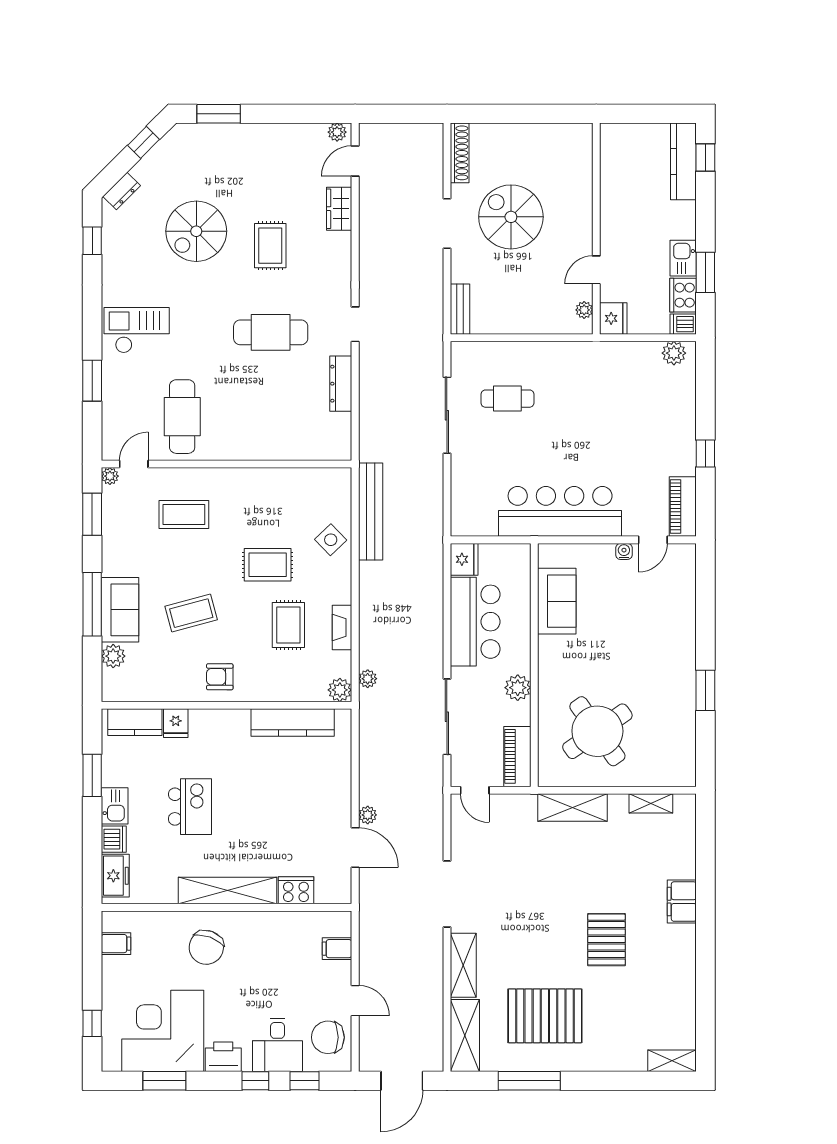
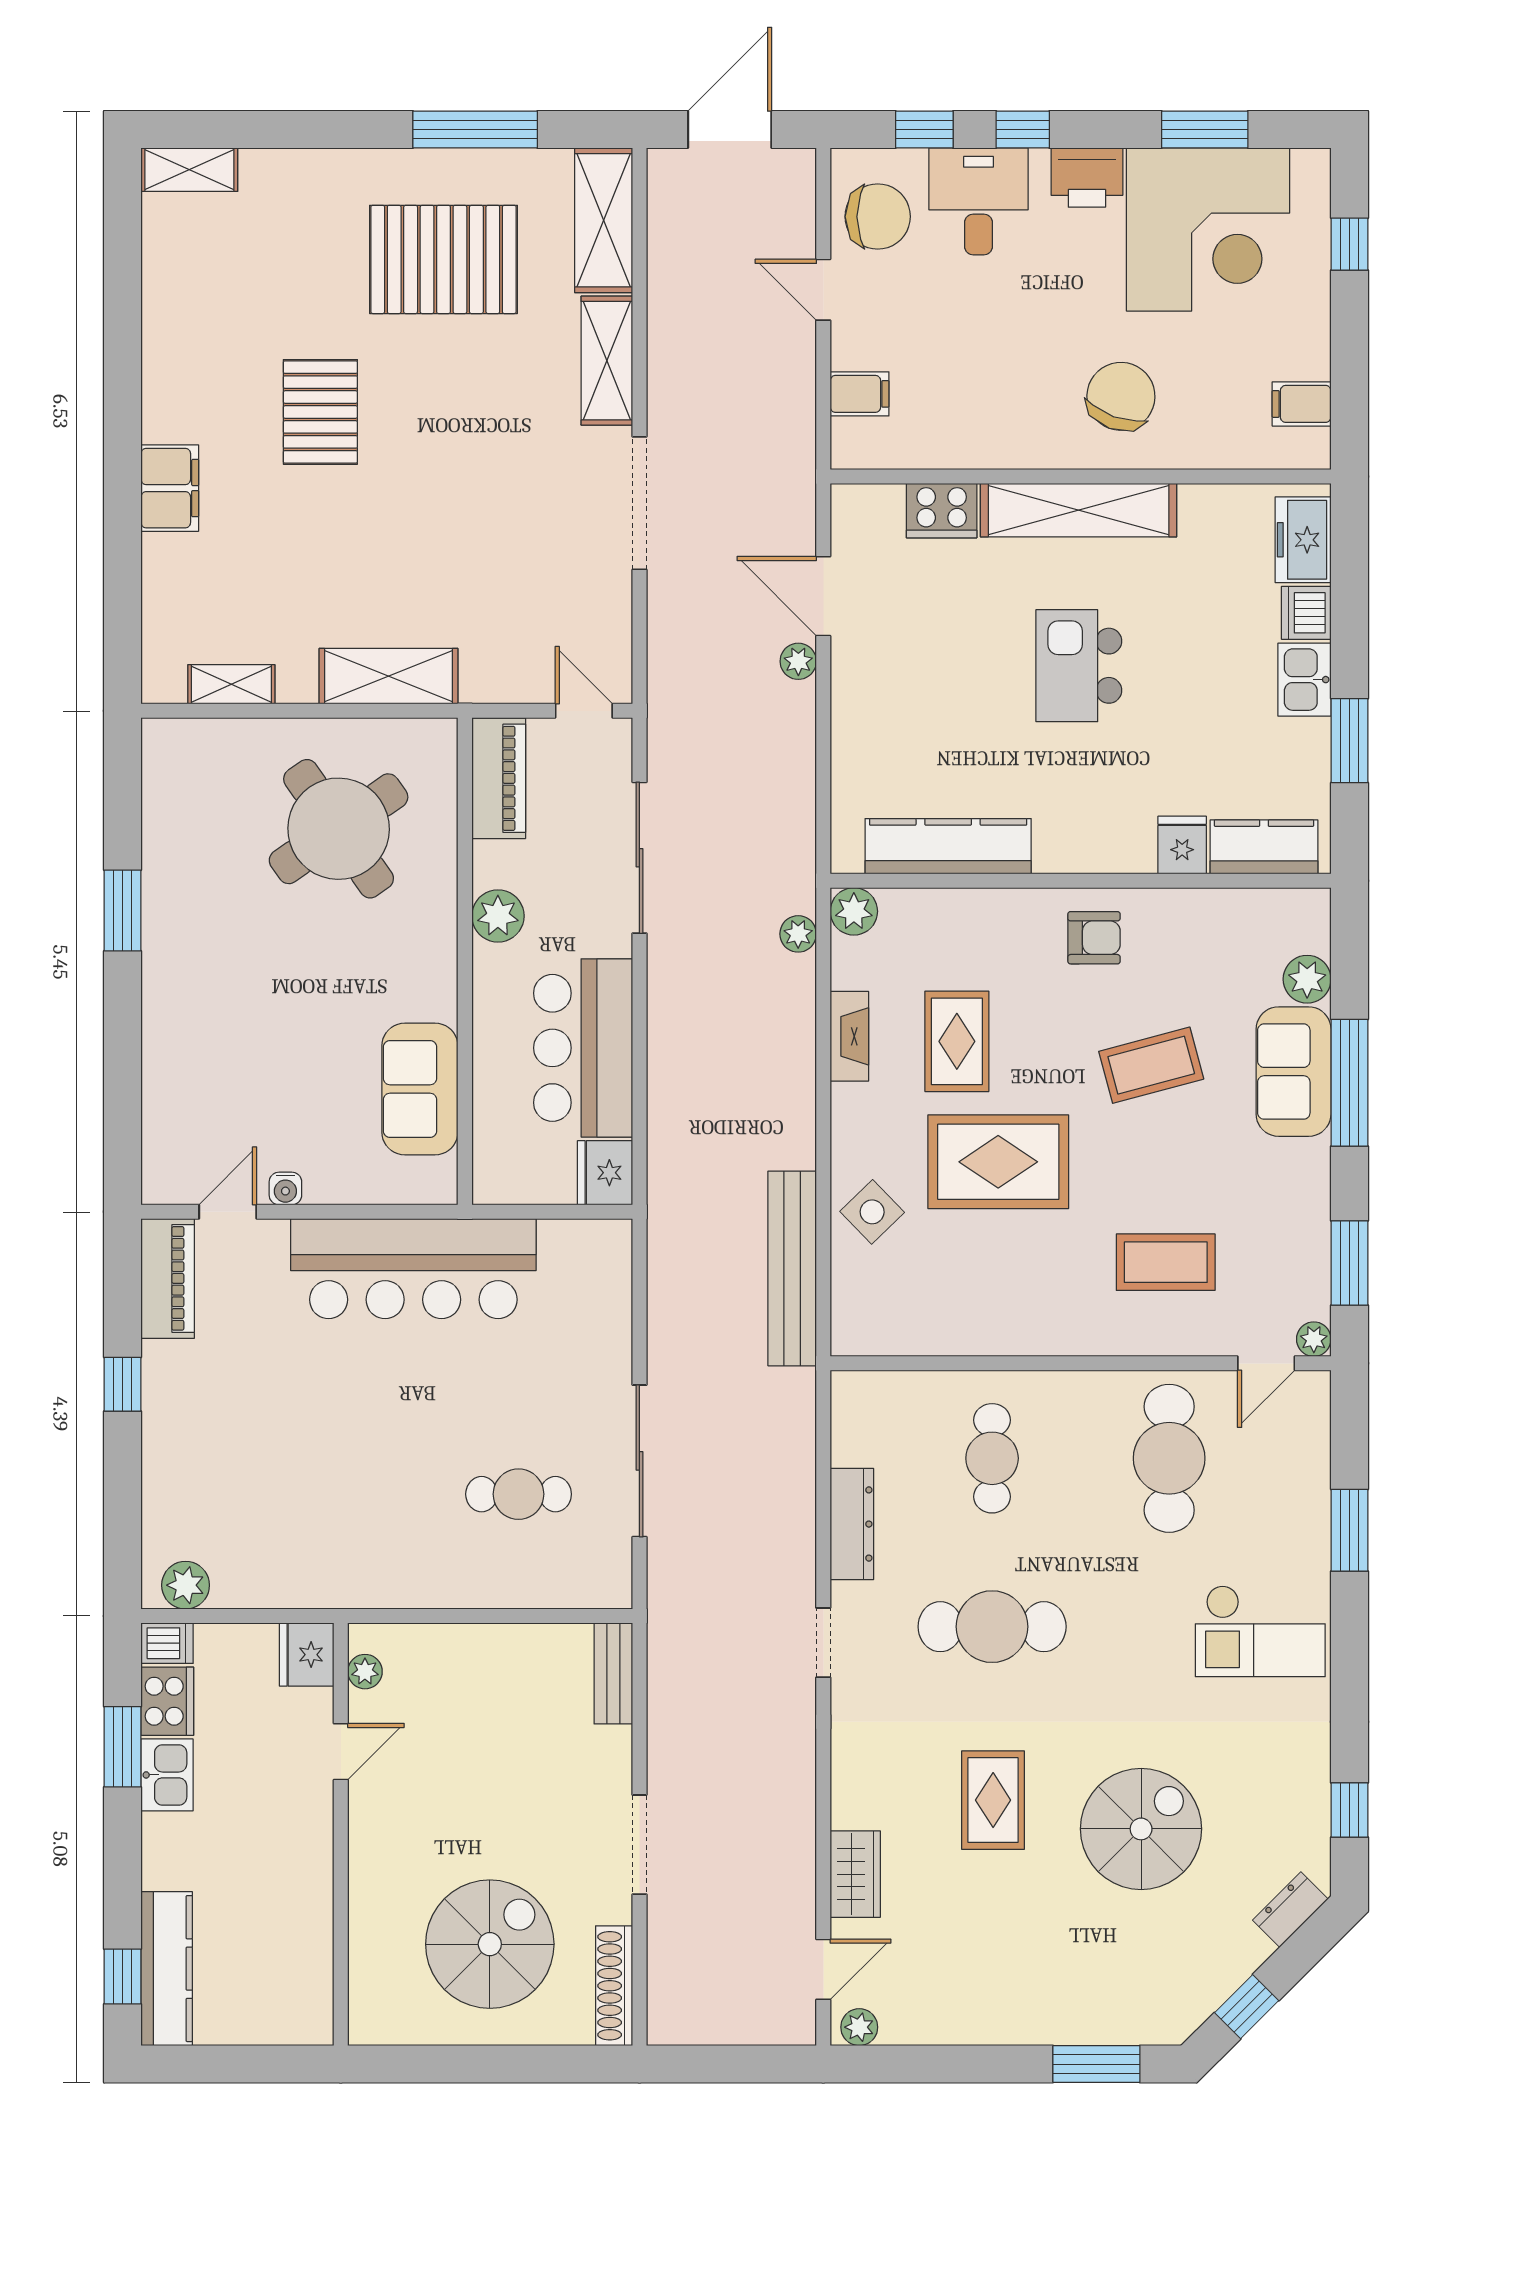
spiral stairs: (511, 217) -> (490, 1944), moved, turned -90
cafe table: (271, 417) -> (992, 1458), added
rug: (268, 565) -> (998, 1162), width x1.36, depth x1.43
kitchen island: (190, 807) -> (1079, 666), moved

